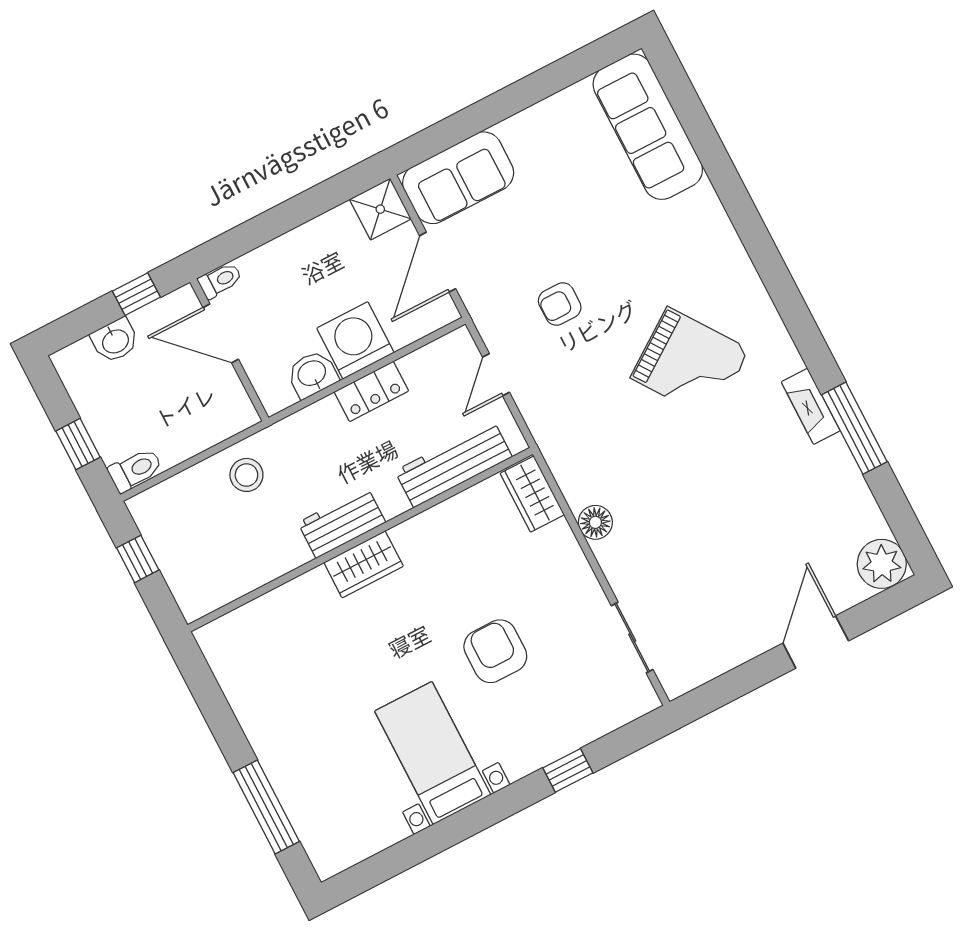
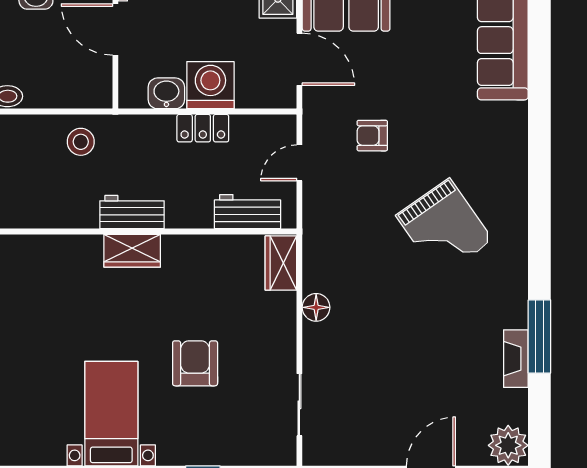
door: (438, 262) -> (299, 59), swing flipped
fireplace: (811, 406) -> (516, 359), moved
workbench: (453, 464) -> (247, 212), width x0.73

